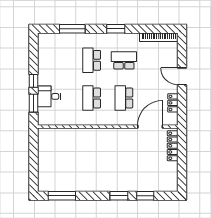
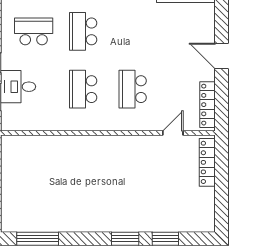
school desk: (124, 60) -> (34, 31), moved
locker: (173, 103) -> (208, 105), width x1.53
door: (150, 127) -> (173, 133), width x0.53

